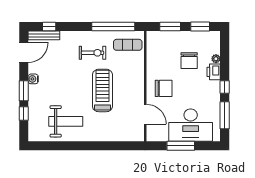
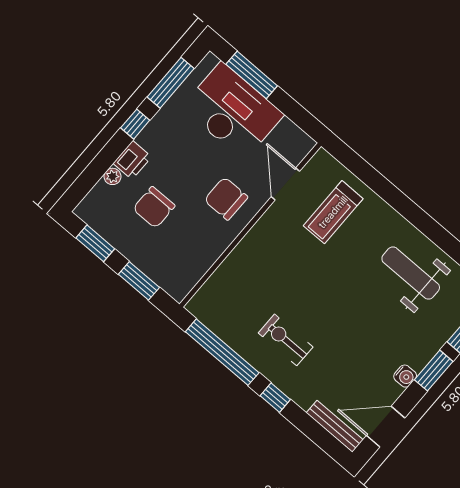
window: (49, 27) -> (275, 398), moved
exercise mat: (128, 45) -> (224, 307), removed
chair: (189, 61) -> (154, 207), turned 180
treadmill: (102, 90) -> (333, 212), moved, width x0.73, depth x0.73
window: (181, 146) -> (252, 75), moved

